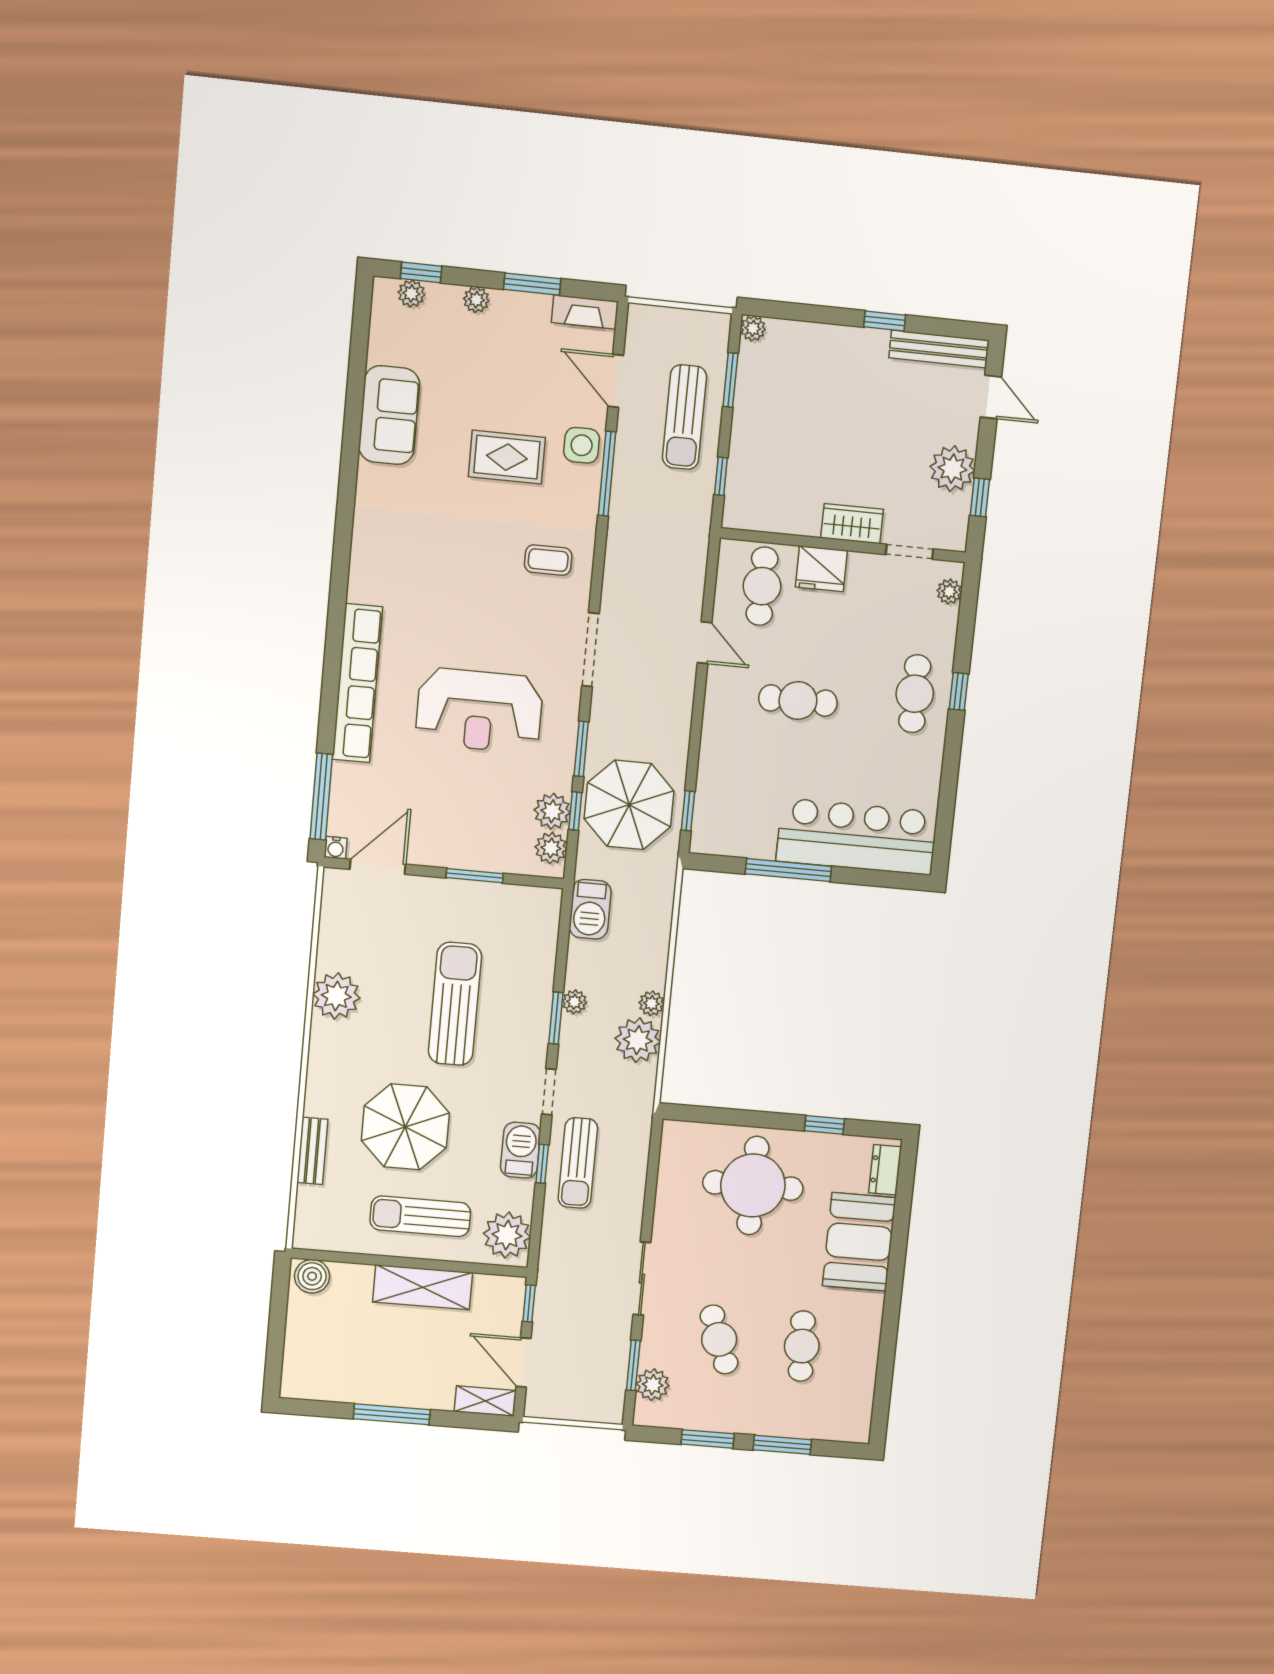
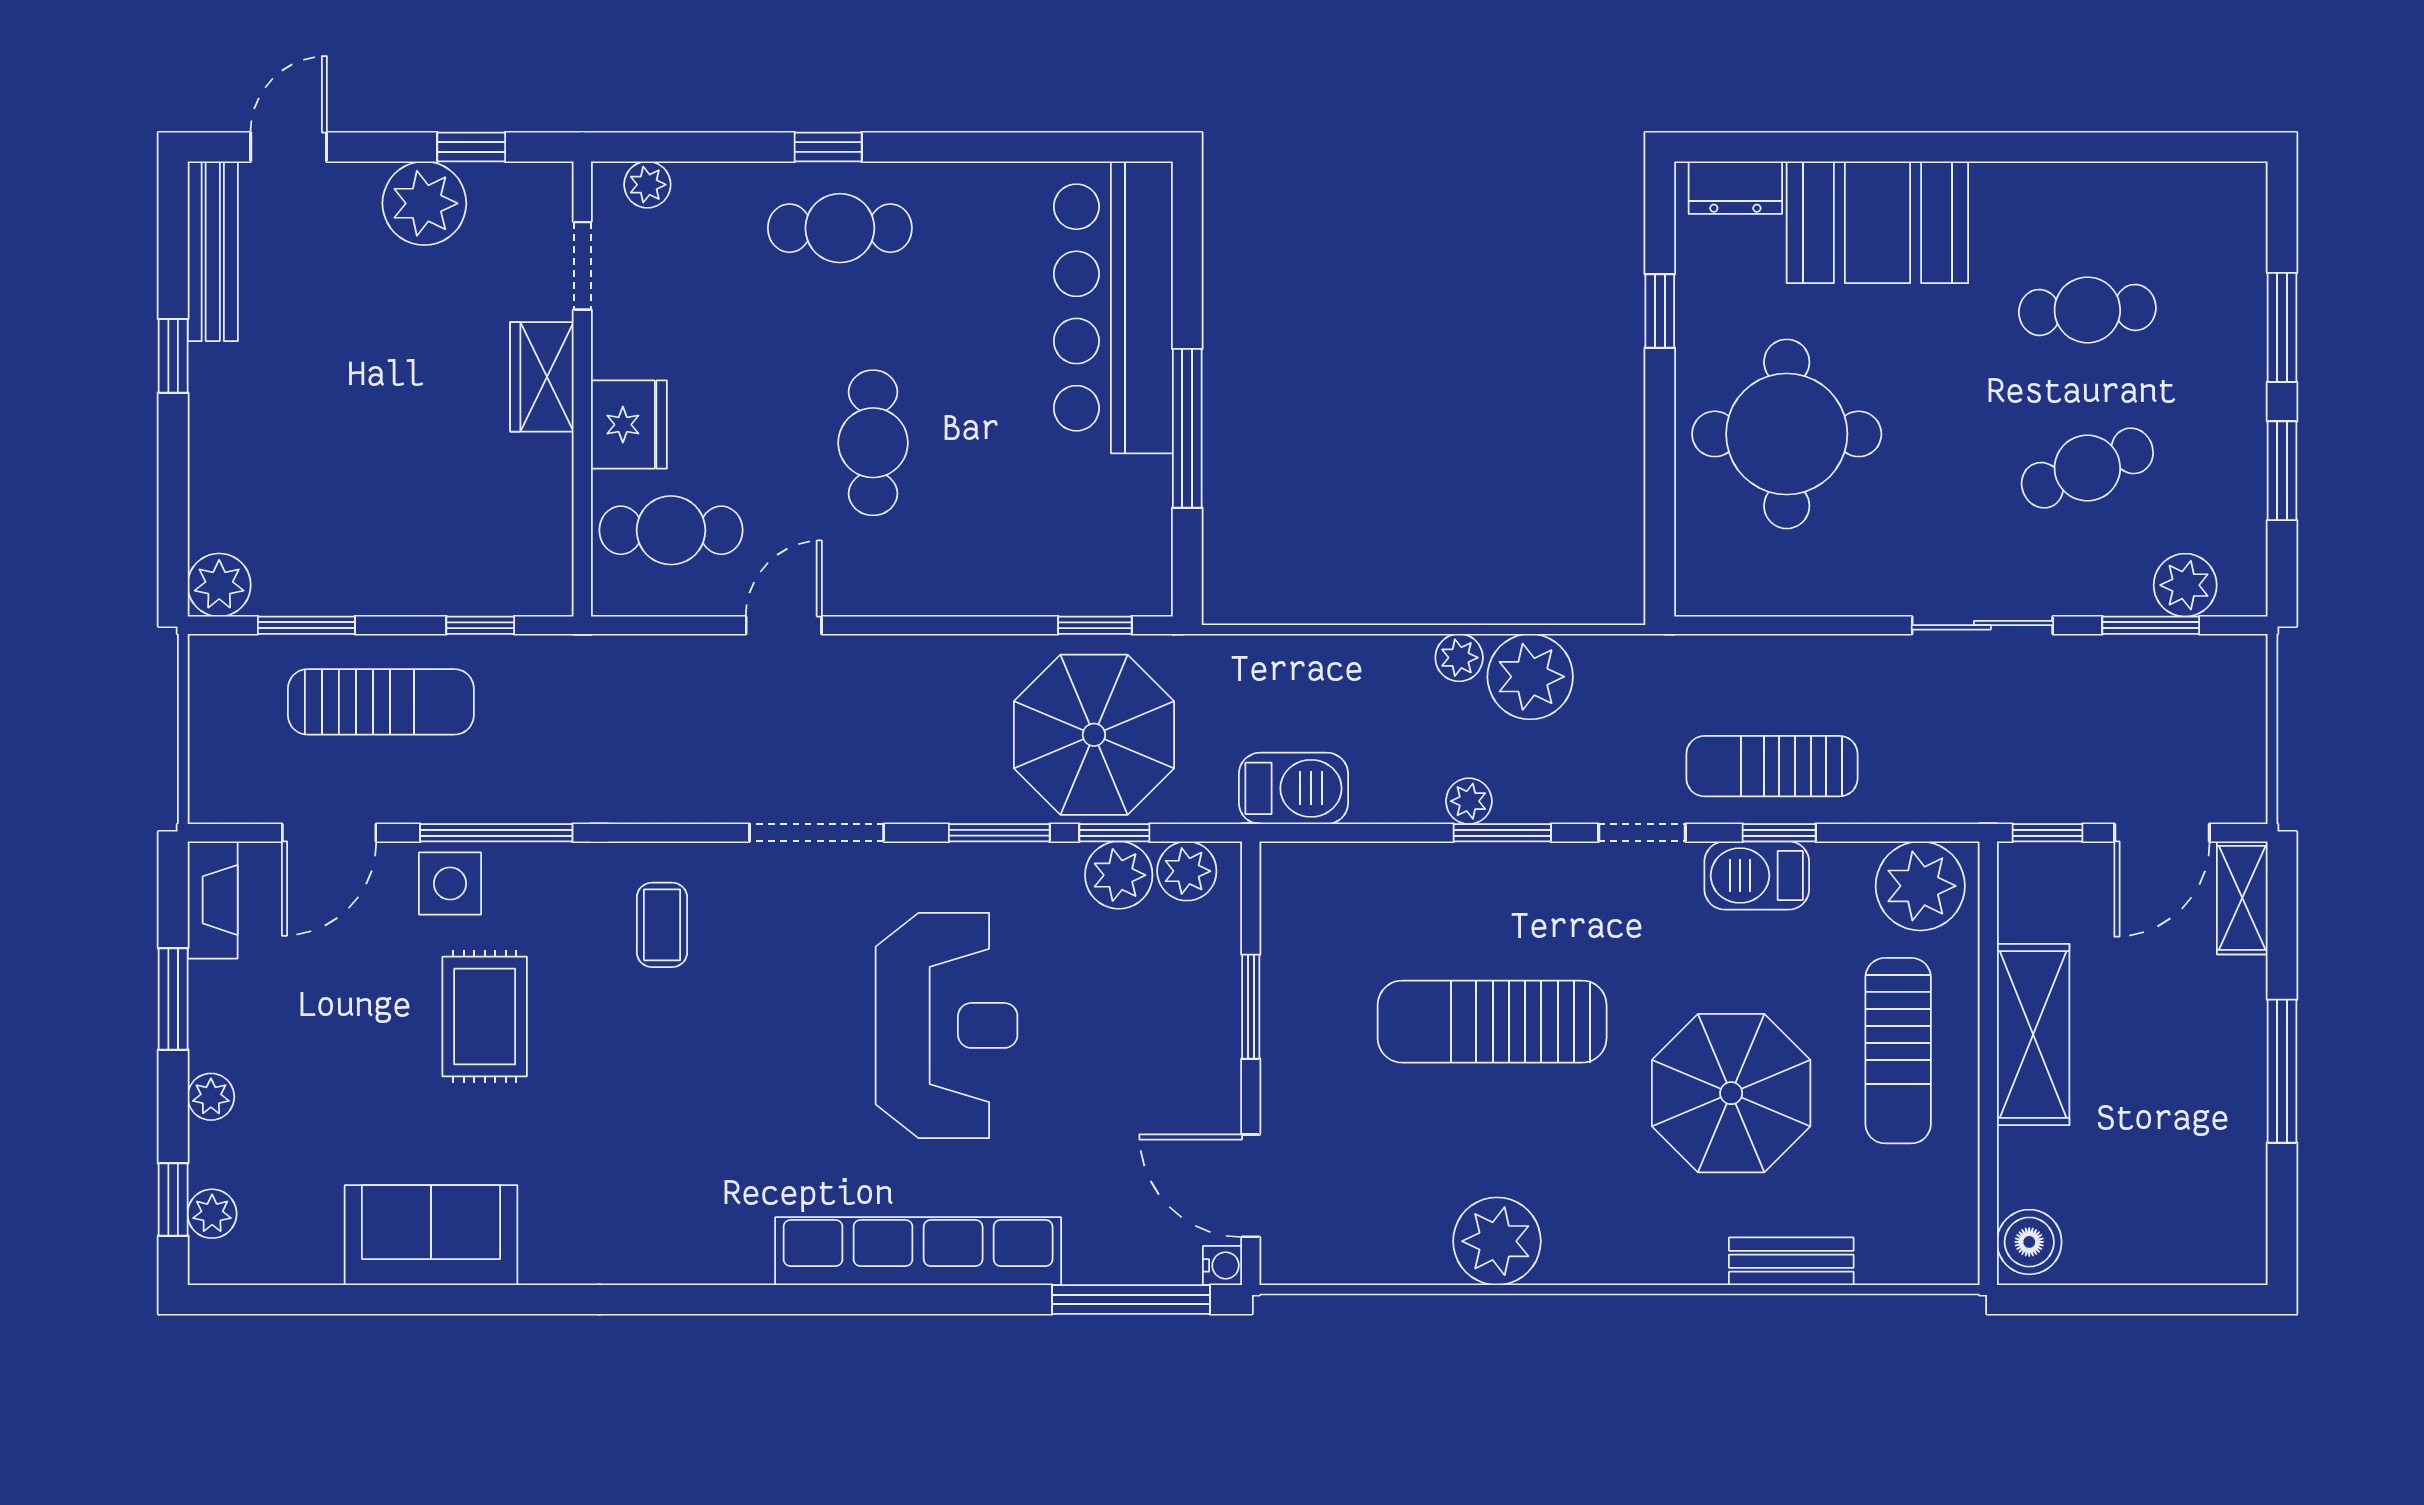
plant: (753, 328) -> (219, 585), width x1.38, depth x1.38
sun lounger: (578, 1163) -> (1772, 766), turned 180

